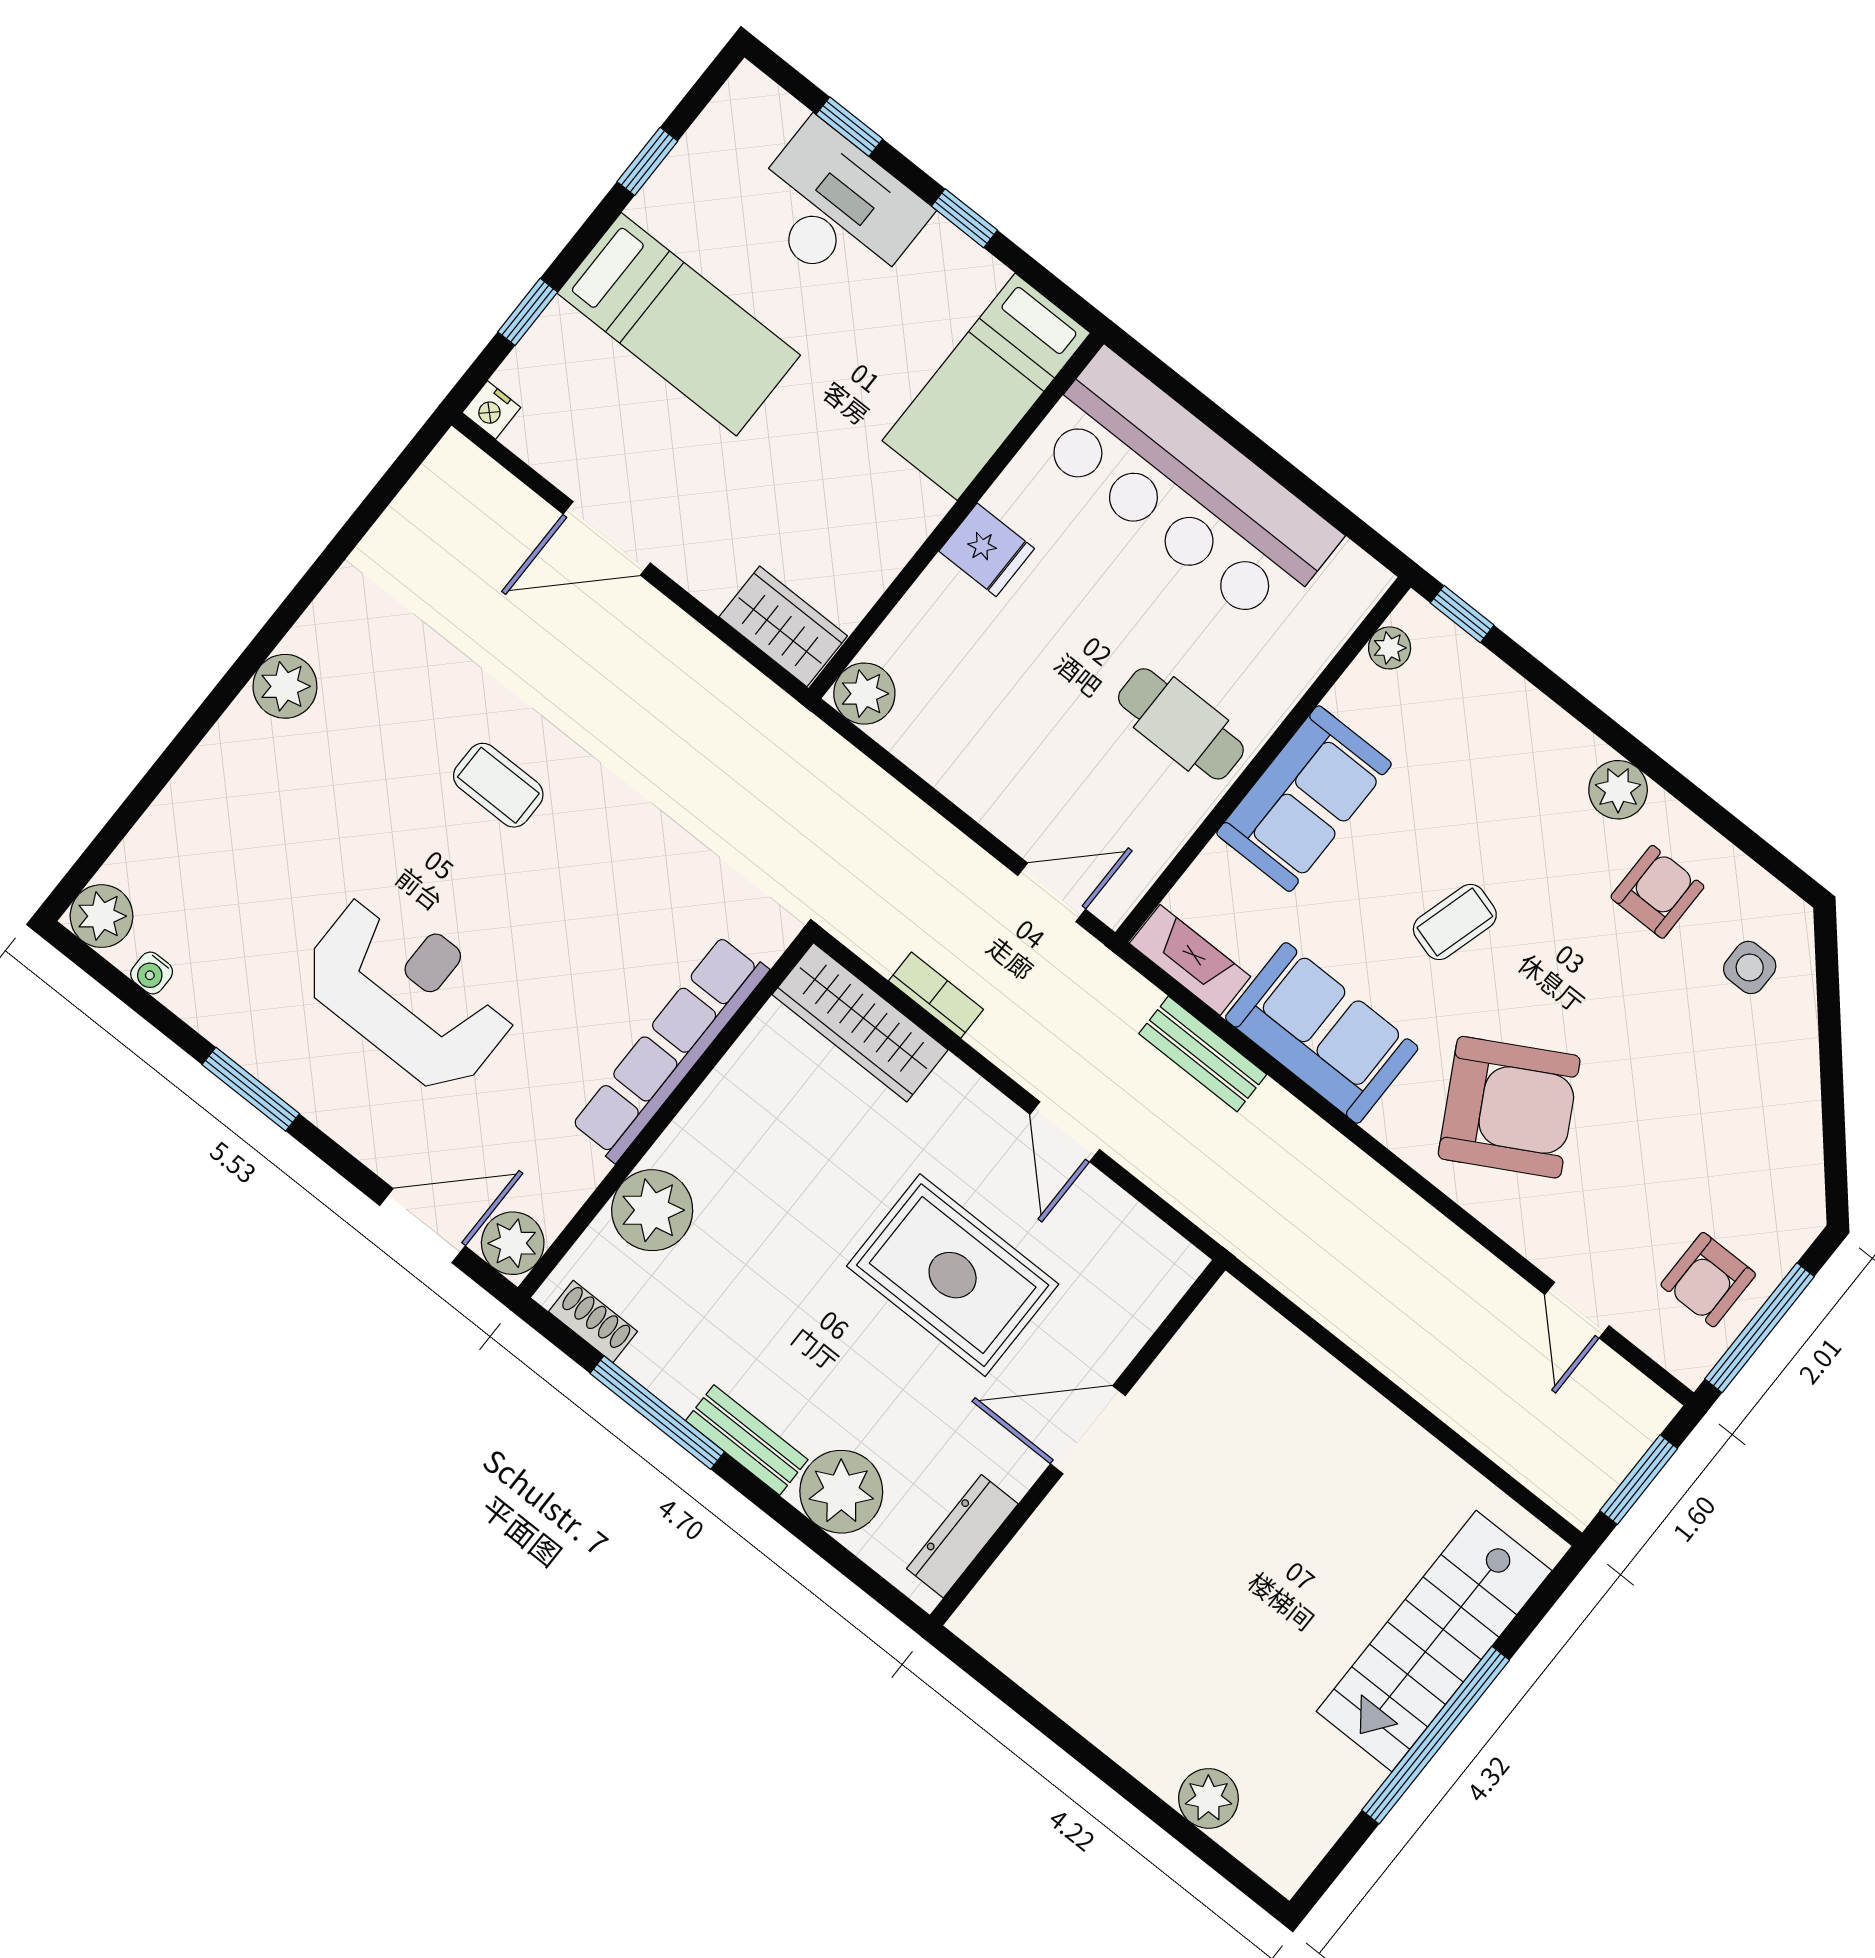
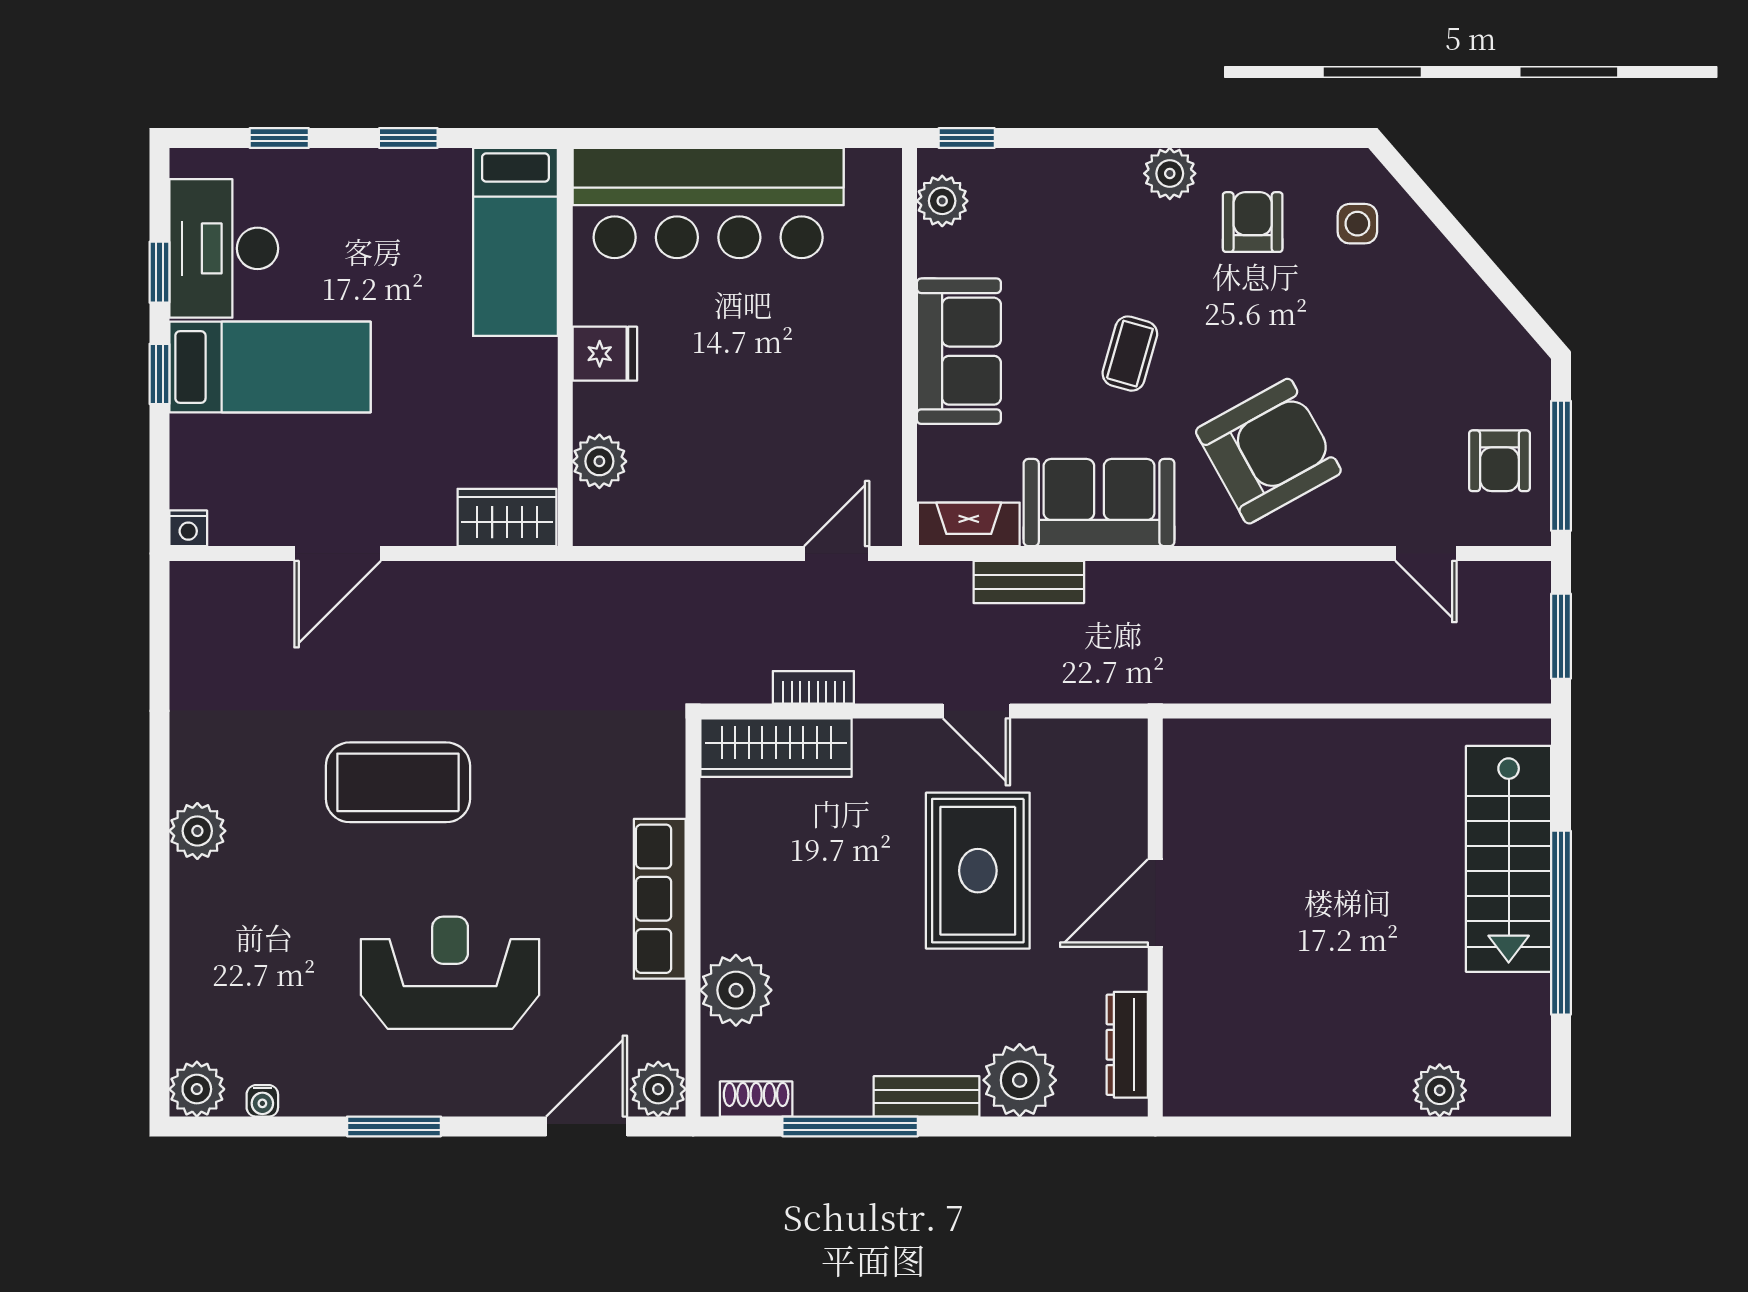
desk: (836, 210) -> (224, 248), moved, turned -90
window: (528, 312) -> (159, 374), moved
plant: (1390, 648) -> (942, 201), width x1.38, depth x1.38
plant: (864, 694) -> (599, 461), moved
cafe table: (1181, 724) -> (833, 367), removed
coffee table: (498, 785) -> (398, 782), width x1.86, depth x1.72
row of seats: (670, 1049) -> (660, 899), width x0.73
rug: (953, 1275) -> (978, 871), turned 90

